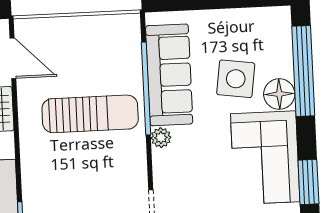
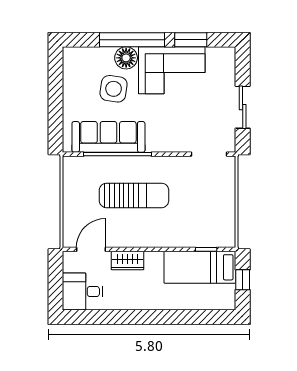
window: (303, 71) -> (132, 40), moved
sun lounger: (90, 114) -> (134, 195), turned 90
plant: (161, 138) -> (154, 145), removed

